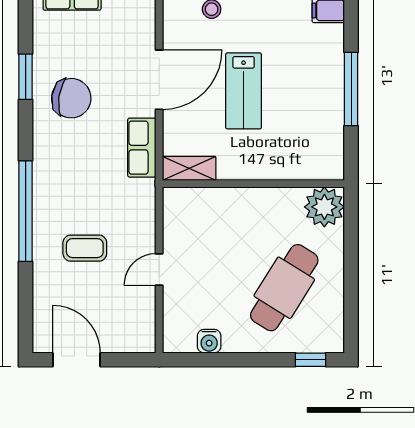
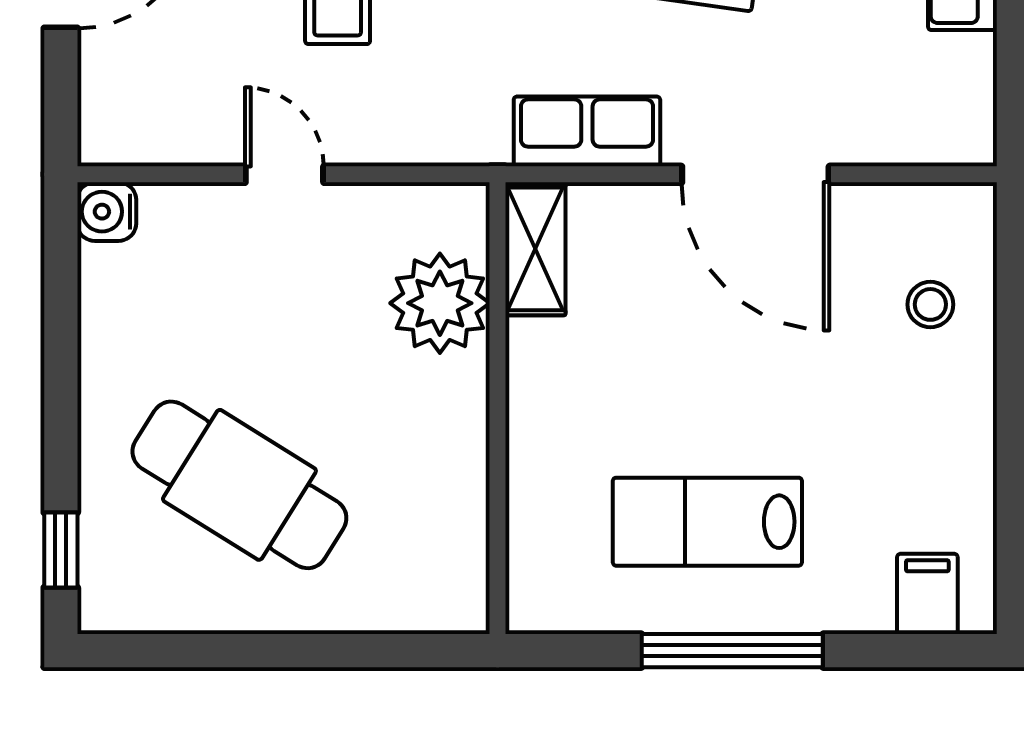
lab bench: (244, 91) -> (707, 522), moved
plant: (324, 207) -> (440, 303), moved
water cooler: (209, 341) -> (107, 212), moved

